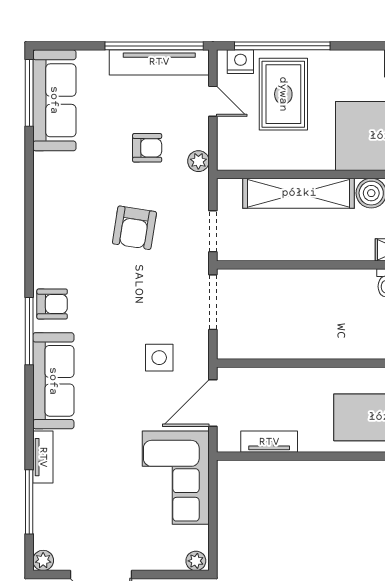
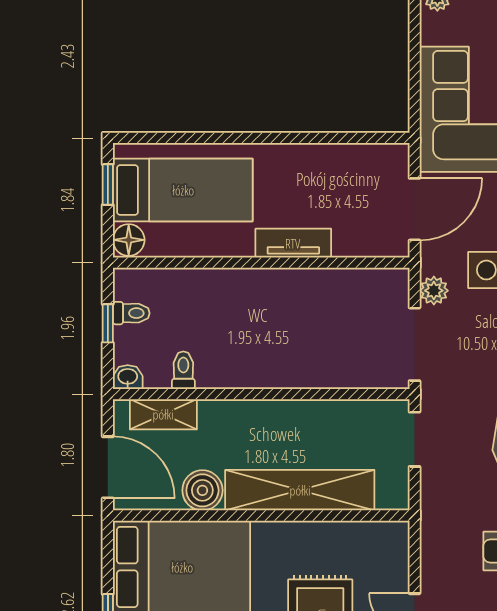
plant: (198, 161) -> (434, 291), moved
tv unit: (269, 442) -> (293, 243), moved, turned 180

